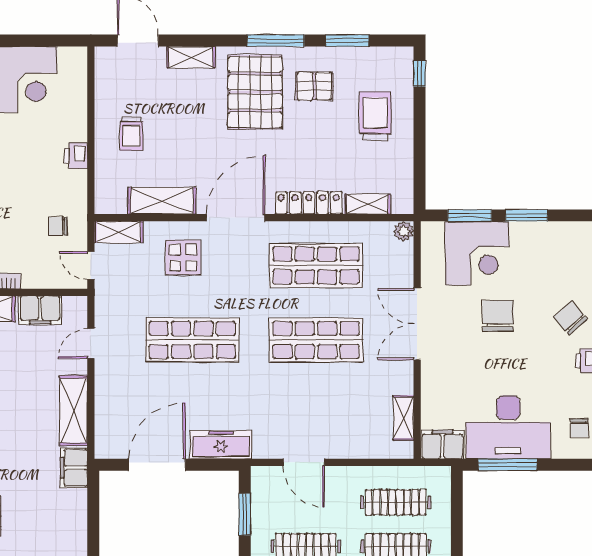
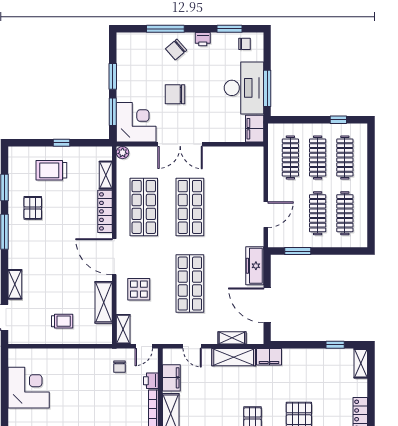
window: (420, 73) -> (61, 143), moved
pallet: (255, 92) -> (36, 245), removed
printer: (76, 156) -> (151, 381), moved, turned 90
corner desk: (477, 253) -> (136, 122), moved
shelving: (404, 418) -> (232, 338), moved

